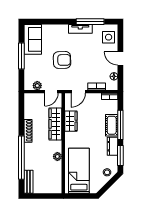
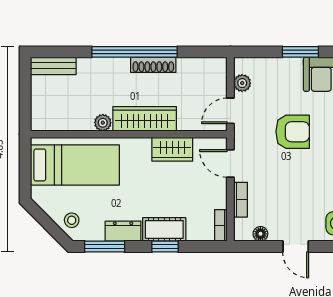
window: (21, 56) -> (300, 52), width x0.69
door: (120, 58) -> (296, 246), swing flipped
armchair: (62, 60) -> (293, 132), turned -89
door: (51, 92) -> (230, 111), hinge flipped
wardrobe: (55, 124) -> (145, 119), moved
window: (120, 125) -> (165, 246), width x0.46
window: (21, 158) -> (135, 52), moved

